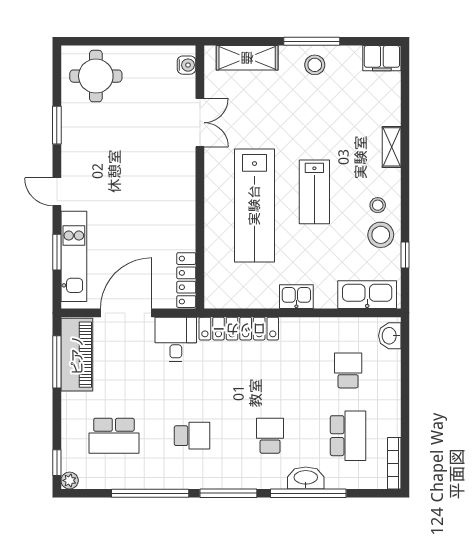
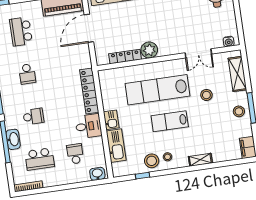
stool: (277, 119) -> (206, 95), added
plant: (181, 210) -> (149, 50), added
locker: (186, 280) -> (125, 57), moved
kitchen sink: (367, 295) -> (116, 146), moved
door: (126, 313) -> (89, 28), swing flipped
desk: (176, 339) -> (88, 126), moved
school desk: (348, 370) -> (75, 154), turned -90

